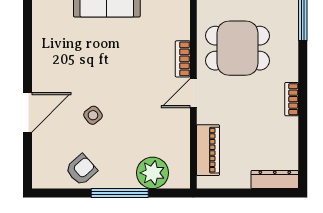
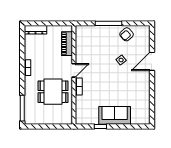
plant: (153, 173) -> (93, 33), removed

